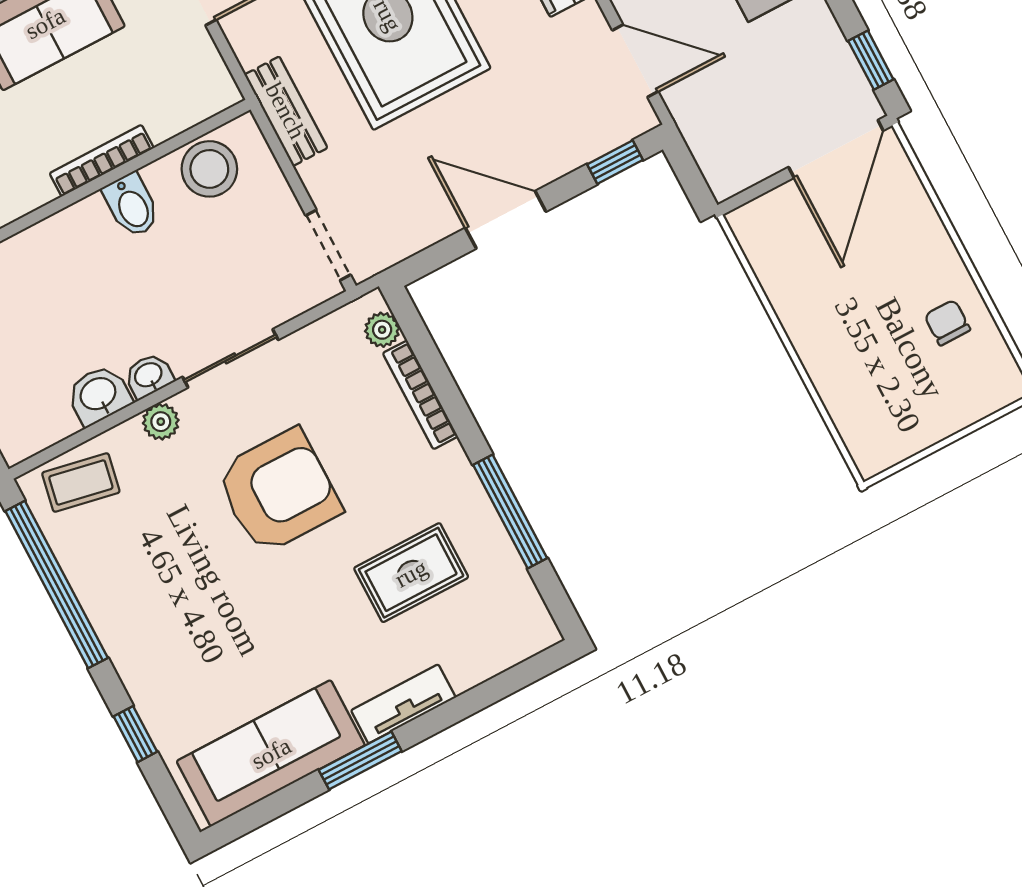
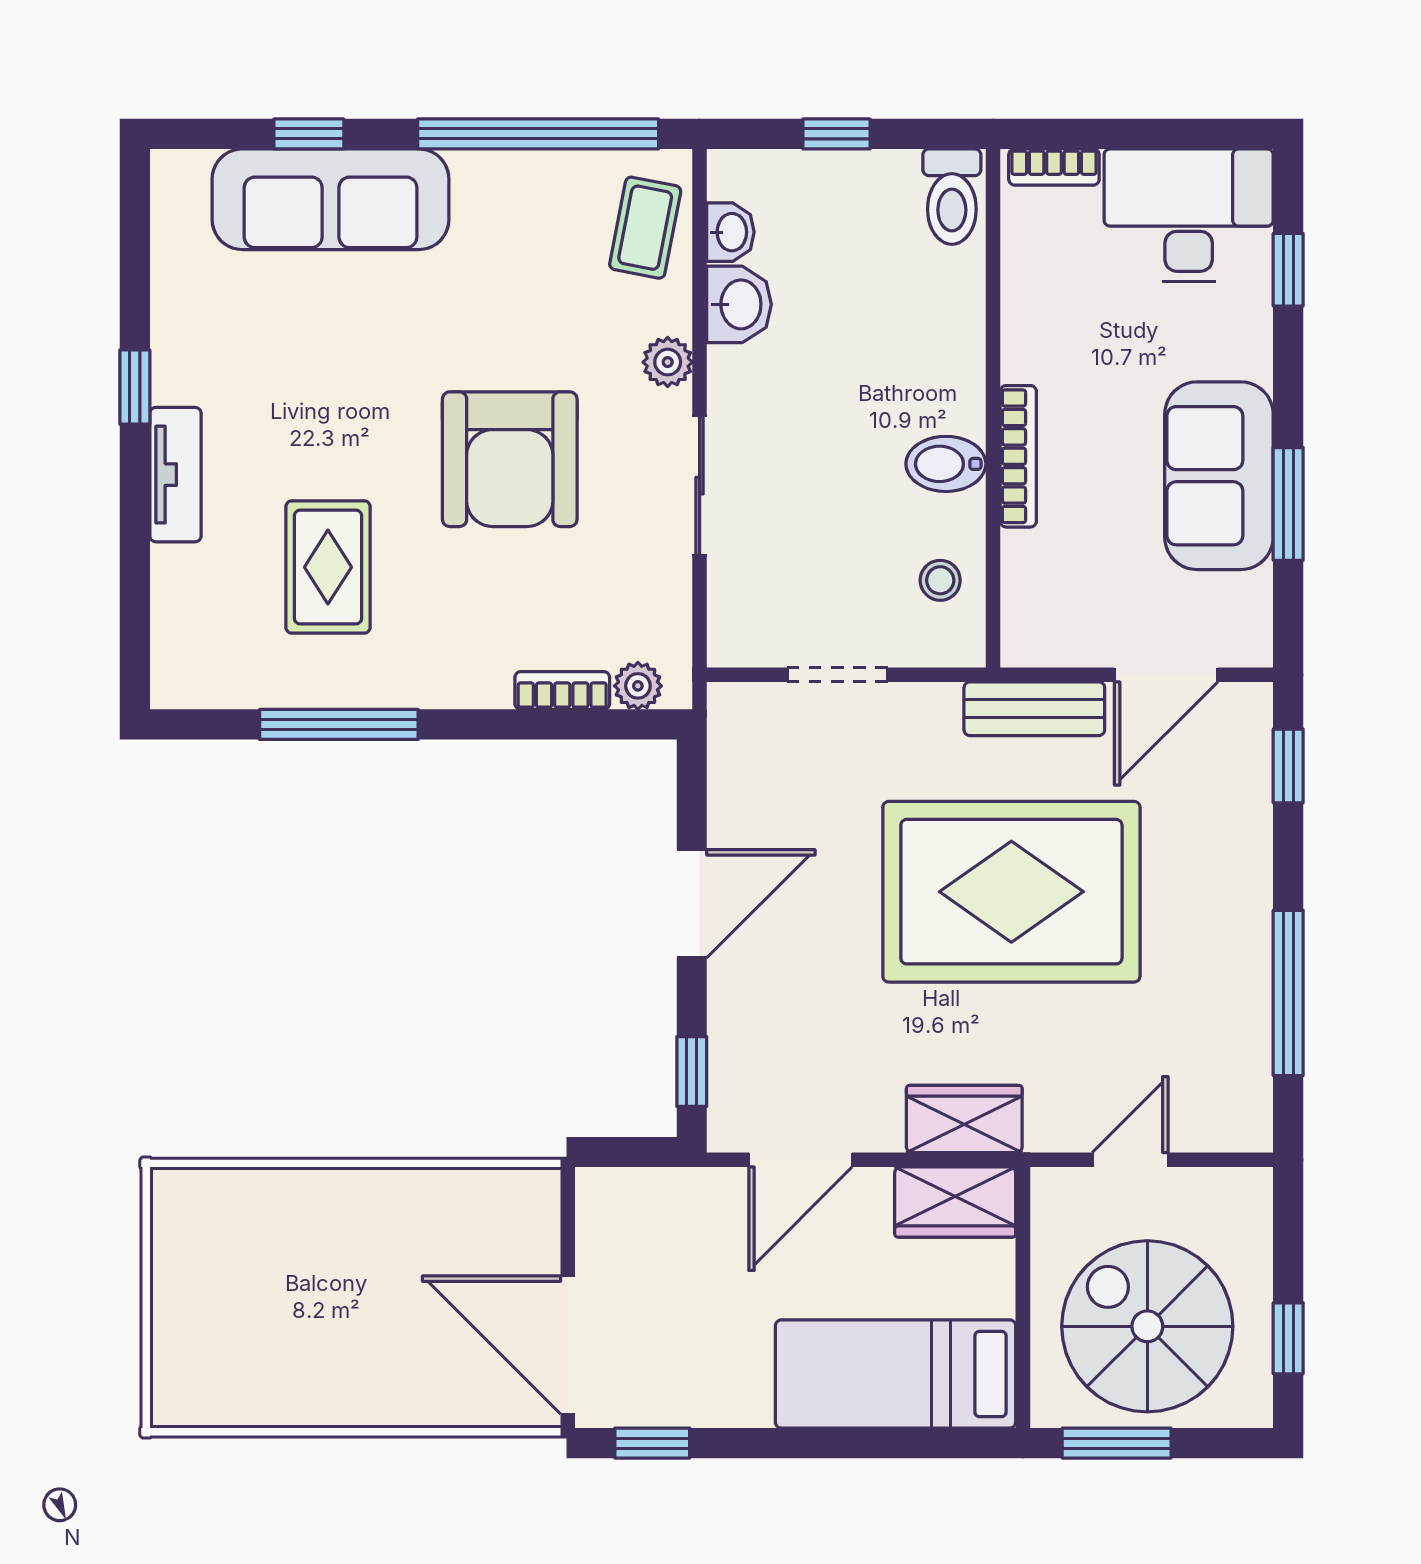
bench: (286, 111) -> (1034, 709), moved
stool: (209, 169) -> (940, 580), width x0.53, depth x0.53
doorway: (328, 245) -> (837, 675), moved
chair: (947, 323) -> (289, 1369), removed
washbasin: (149, 376) -> (730, 232), moved
bookcase: (420, 395) -> (562, 691), width x0.64
sofa: (271, 753) -> (331, 199), moved, turned 90
window: (360, 760) -> (135, 387), width x0.67

